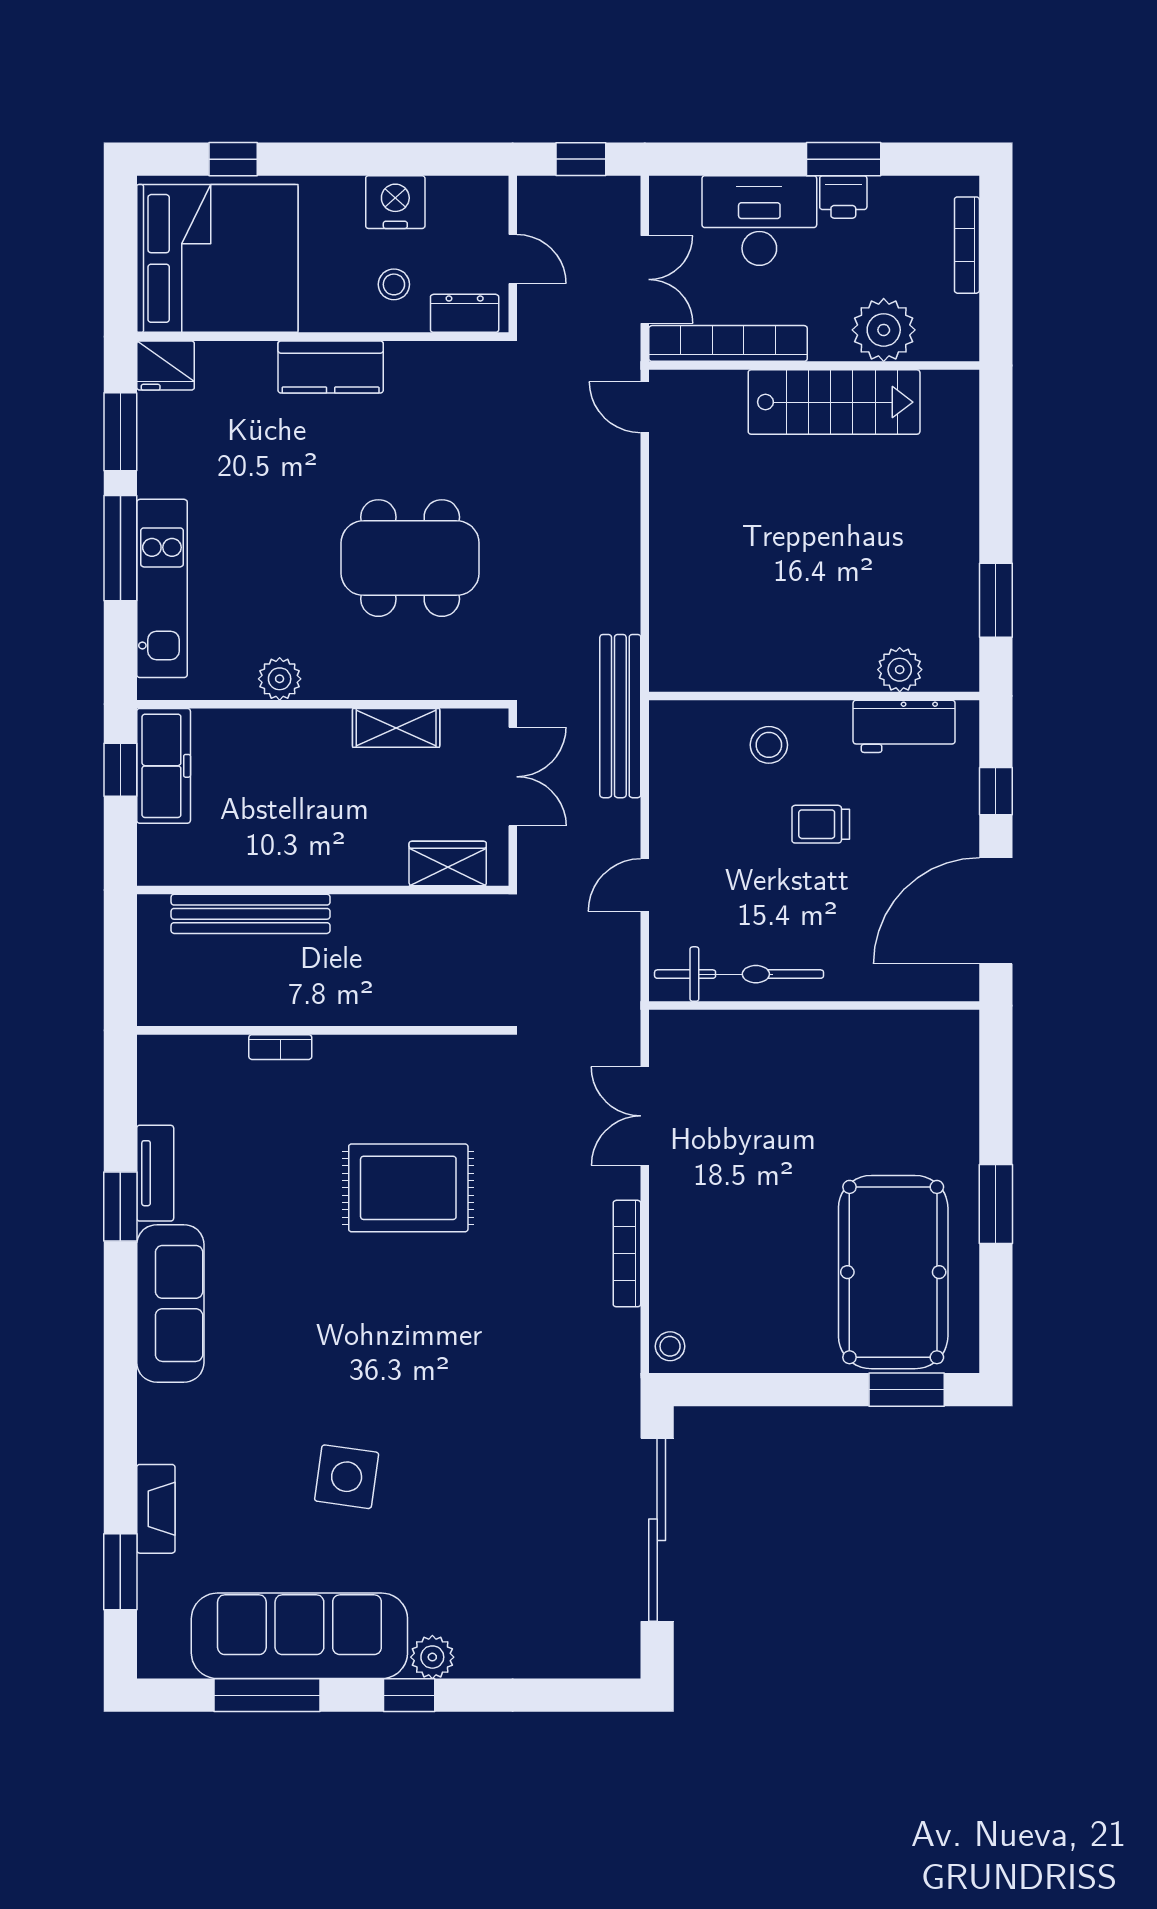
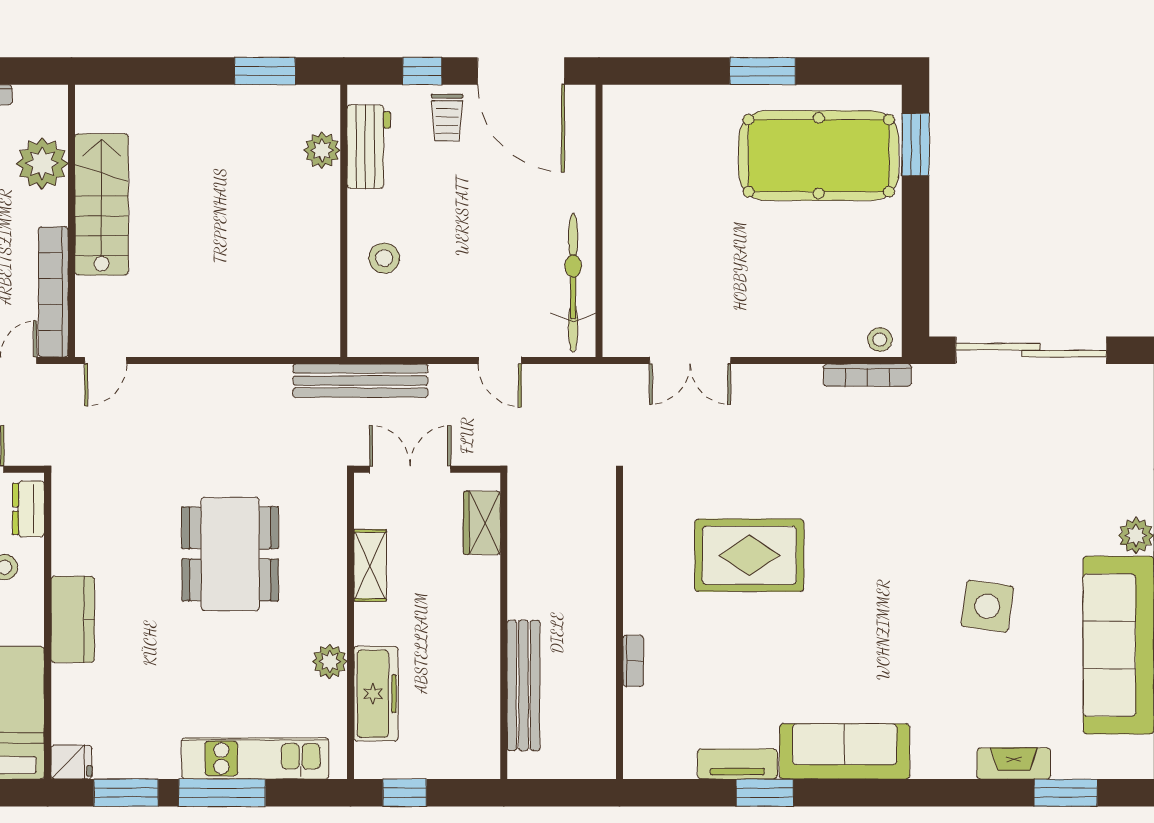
fridge: (166, 365) -> (71, 762), width x0.72
freezer: (164, 766) -> (376, 694), moved, turned 90
trolley: (821, 824) -> (447, 118), moved
rug: (408, 1188) -> (749, 555), turned 90
bookcase: (627, 1254) -> (867, 375), moved

